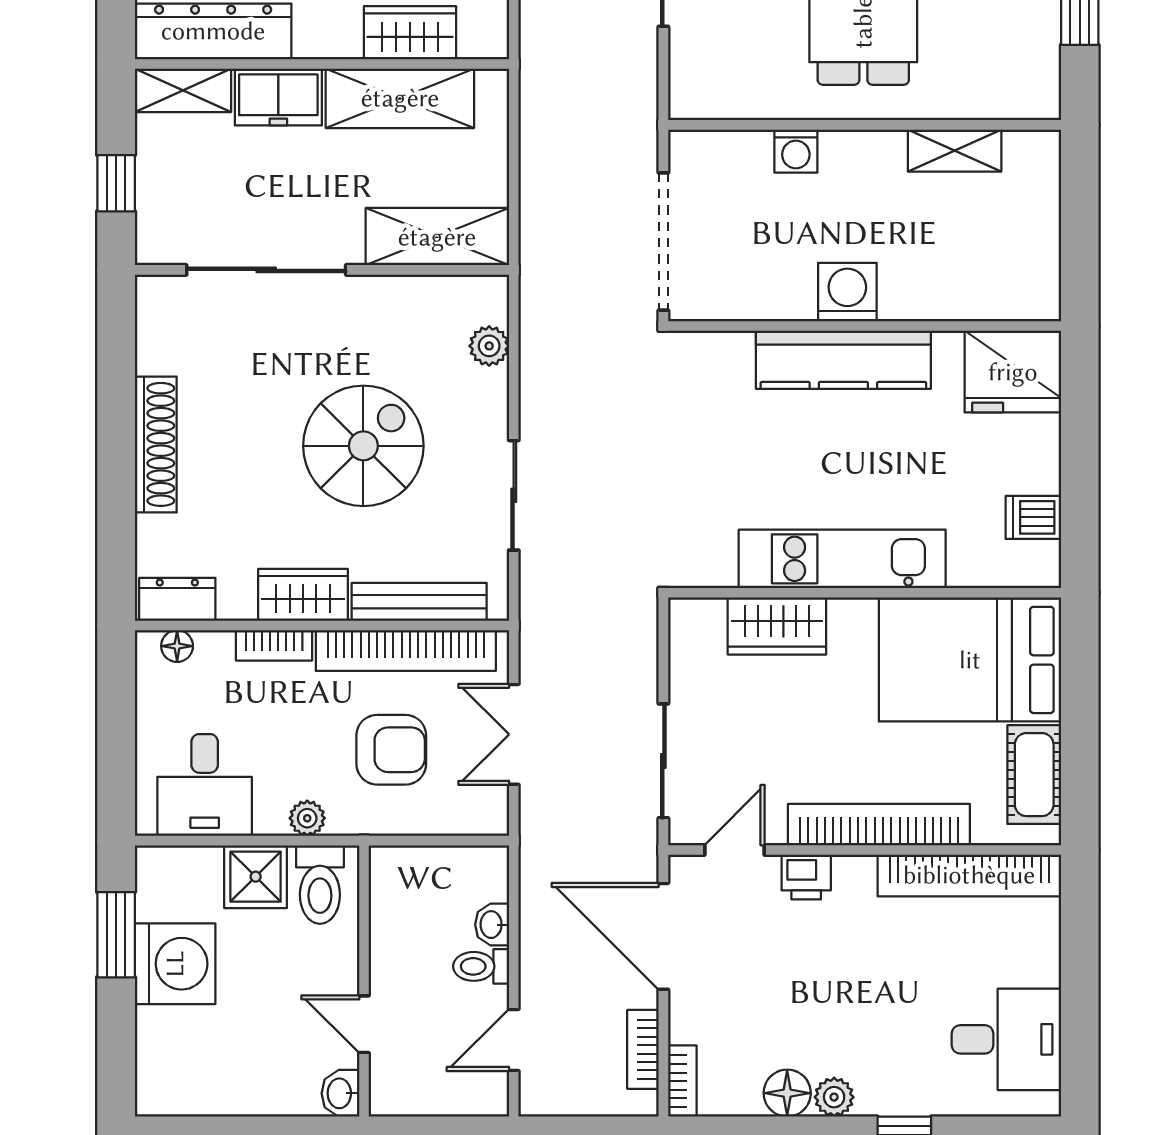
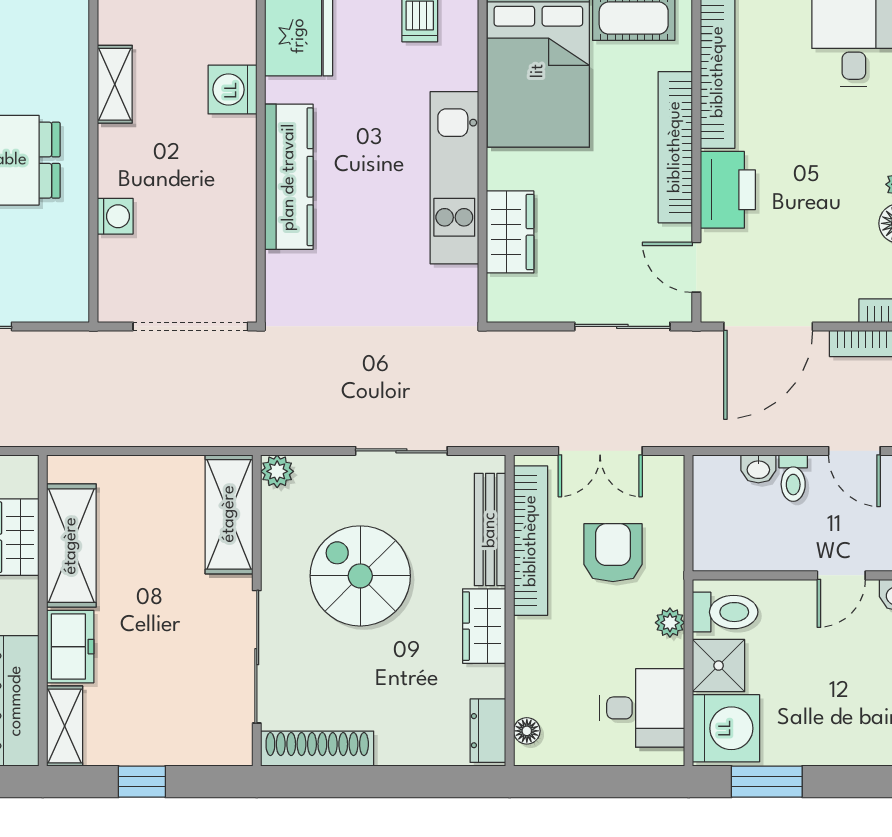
shelving: (437, 237) -> (229, 514), moved
sliding door: (266, 270) -> (257, 657), moved
wall: (322, 270) -> (257, 610), moved
washing machine: (847, 292) -> (232, 90), moved
shoe rack: (156, 444) -> (317, 749), moved
bookcase: (274, 645) -> (526, 650), removed
printer: (806, 877) -> (728, 190), width x1.87, depth x1.48
washing machine: (175, 964) -> (726, 728), moved, turned 90

